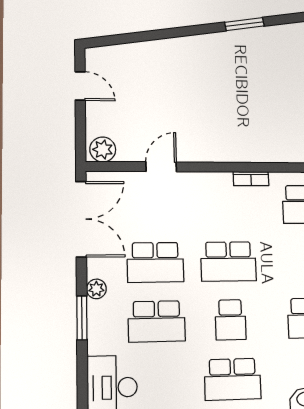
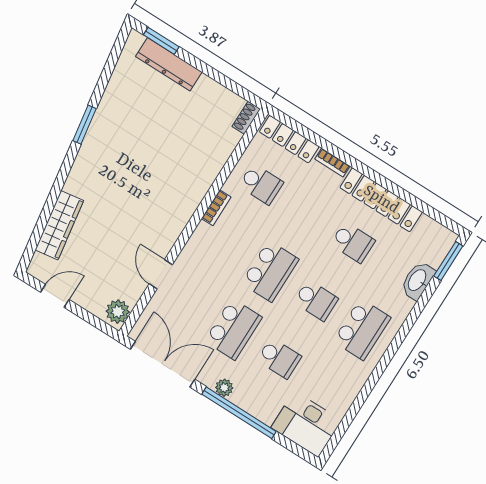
wardrobe: (145, 53) -> (59, 225), added
window: (82, 318) -> (239, 413), width x2.11
school desk: (157, 321) -> (279, 358), width x0.54

